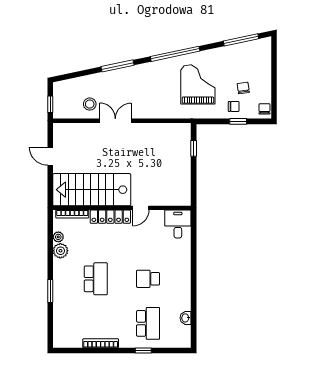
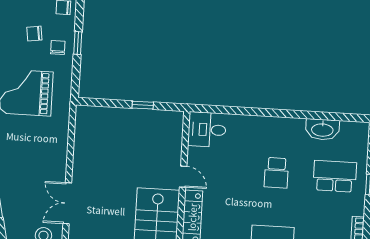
window: (194, 148) -> (143, 105), moved
washbasin: (186, 318) -> (322, 129), width x1.91, depth x1.45

